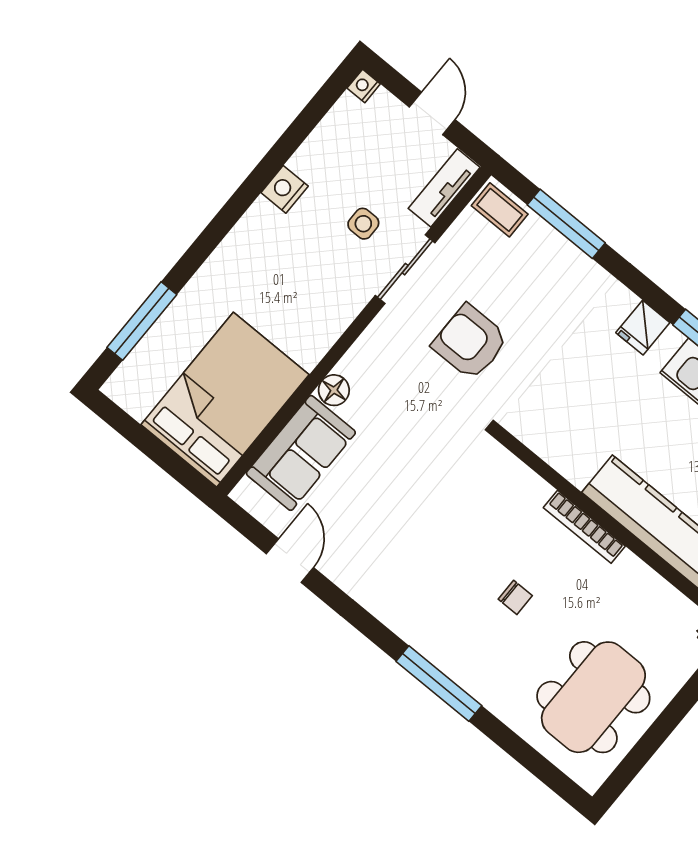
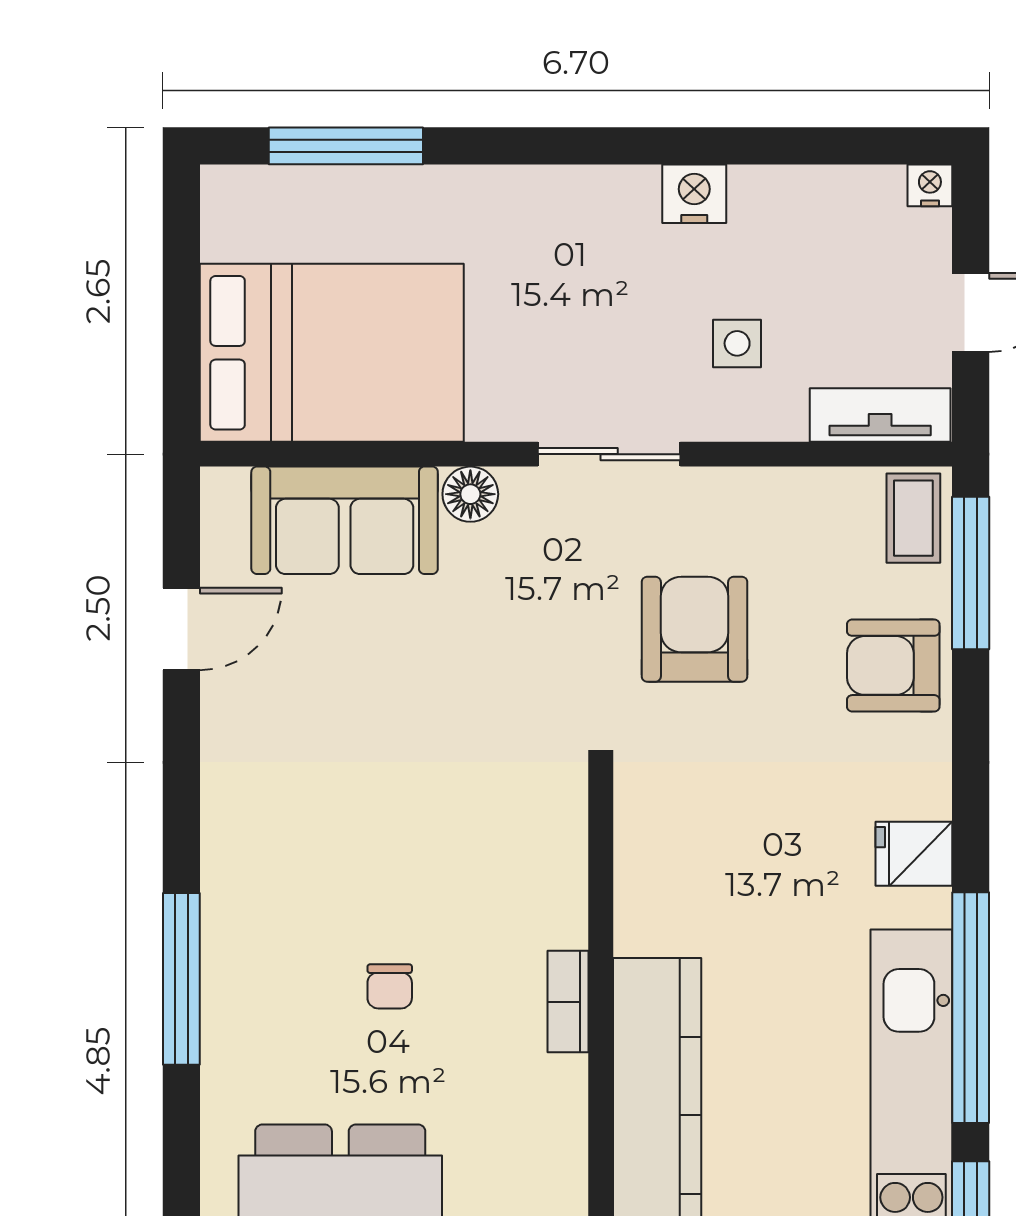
window: (566, 224) -> (971, 573), moved
sliding door: (405, 269) -> (609, 454), moved
armchair: (555, 270) -> (893, 665), added
bookcase: (584, 527) -> (568, 1002), width x0.64

